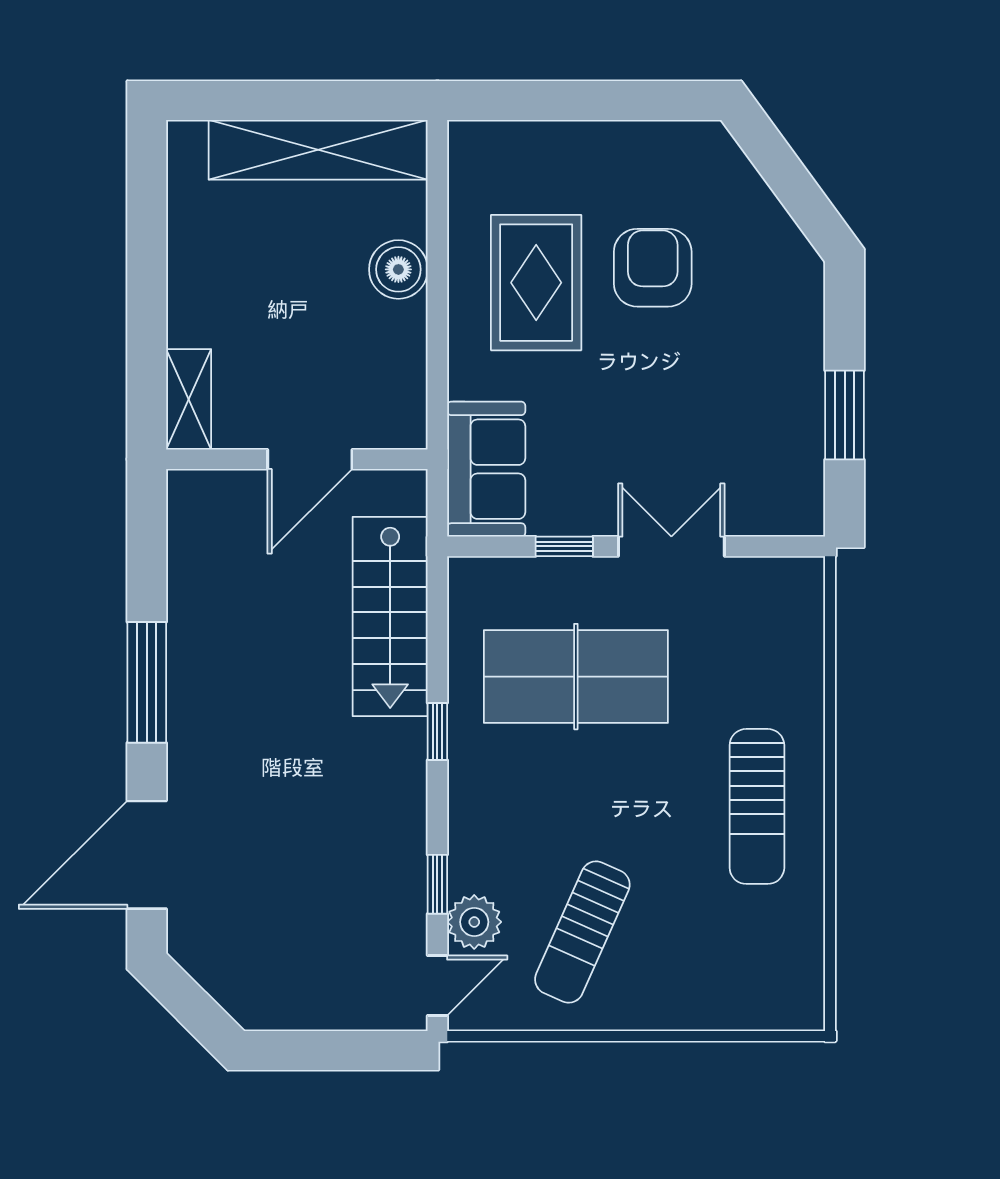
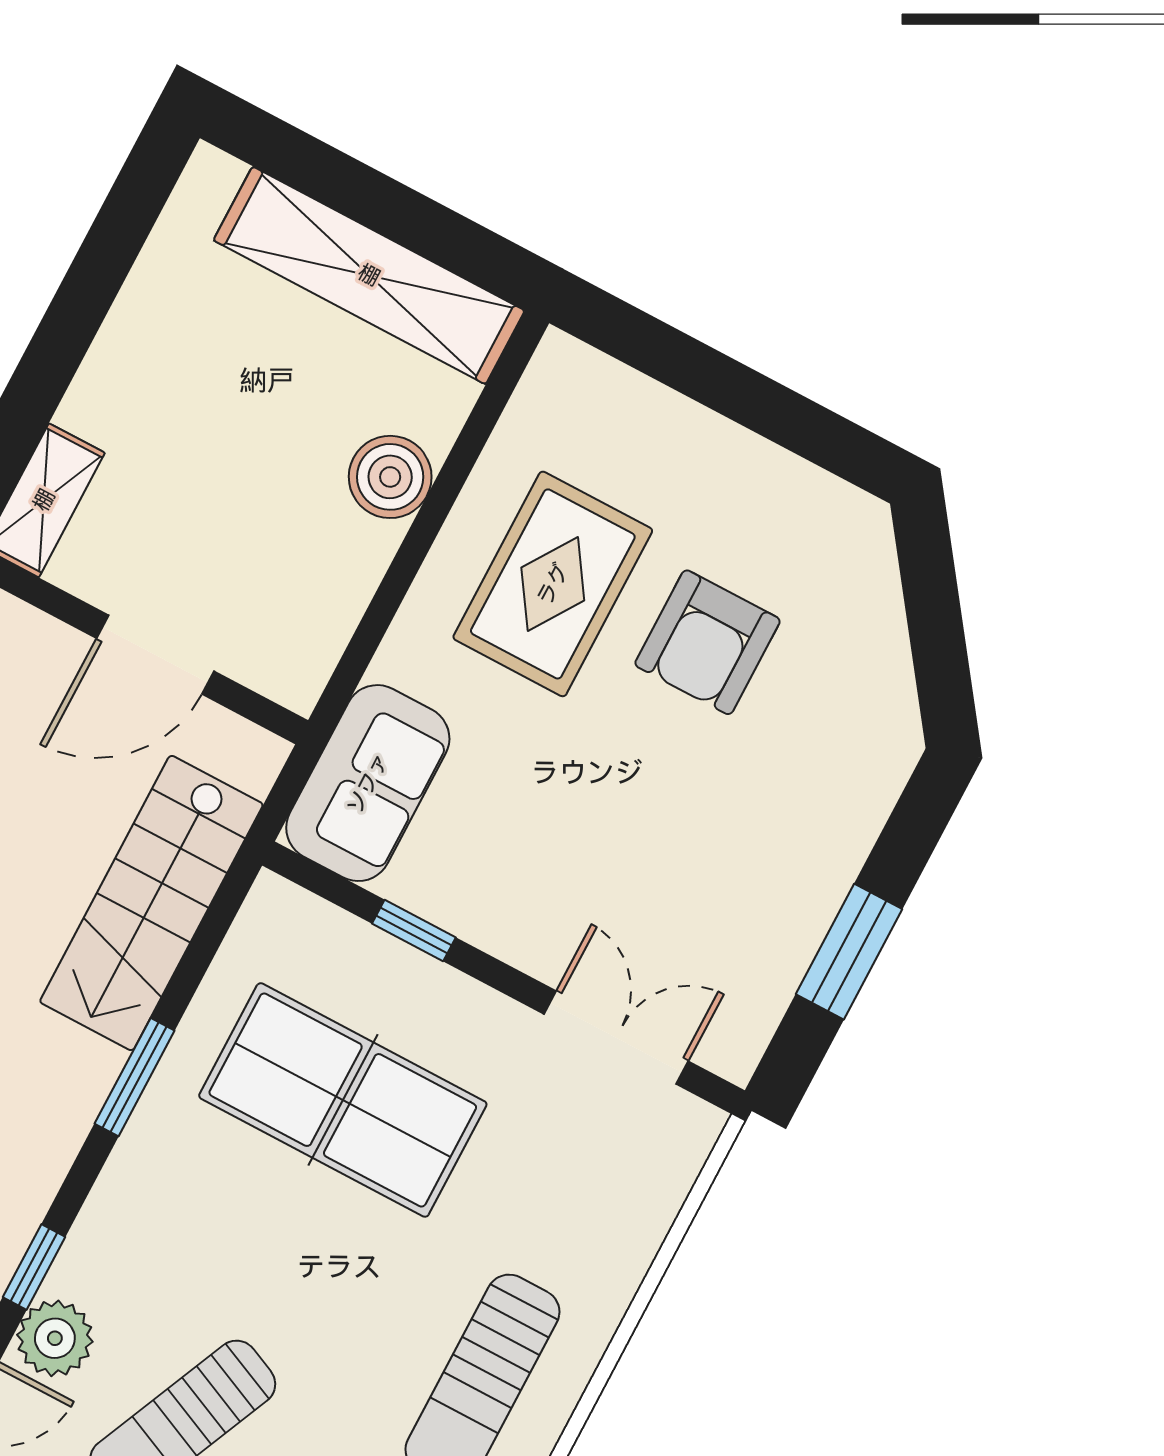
armchair: (653, 268) -> (708, 642), turned 180
double door: (671, 546) -> (616, 1038), moved
window: (437, 731) -> (135, 1077), width x1.50

